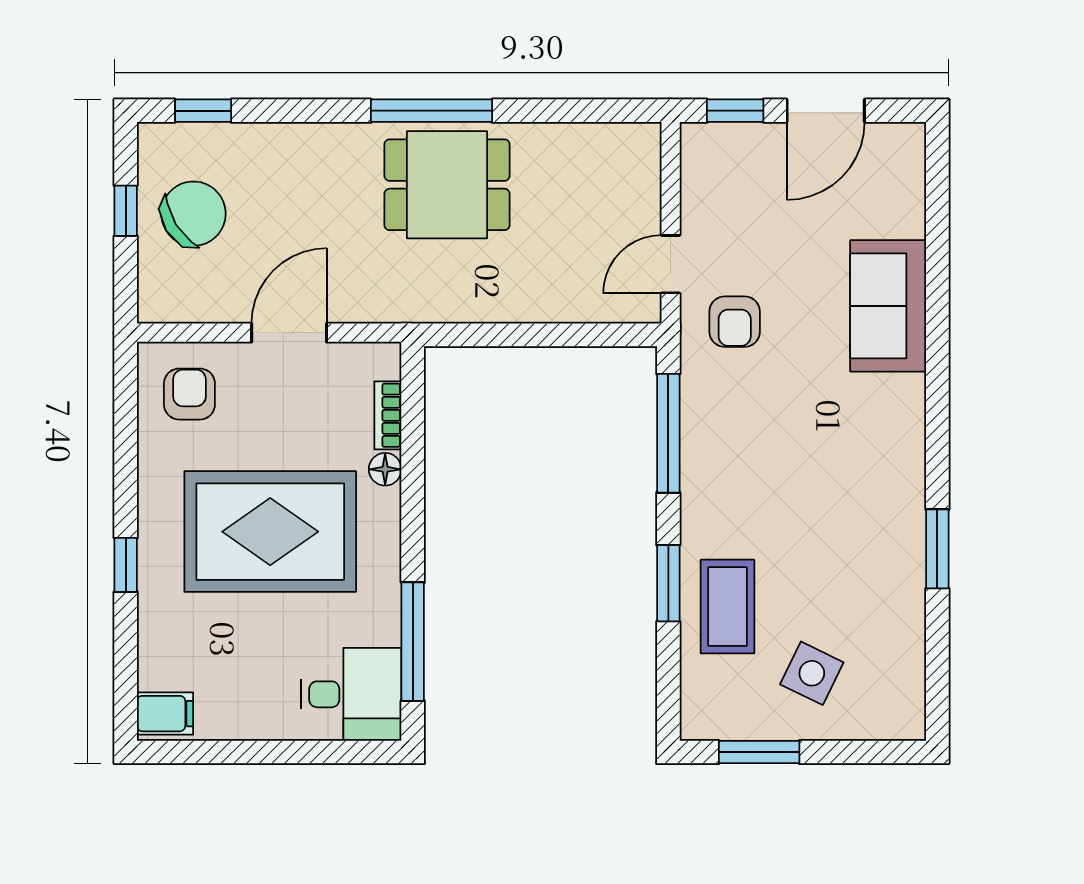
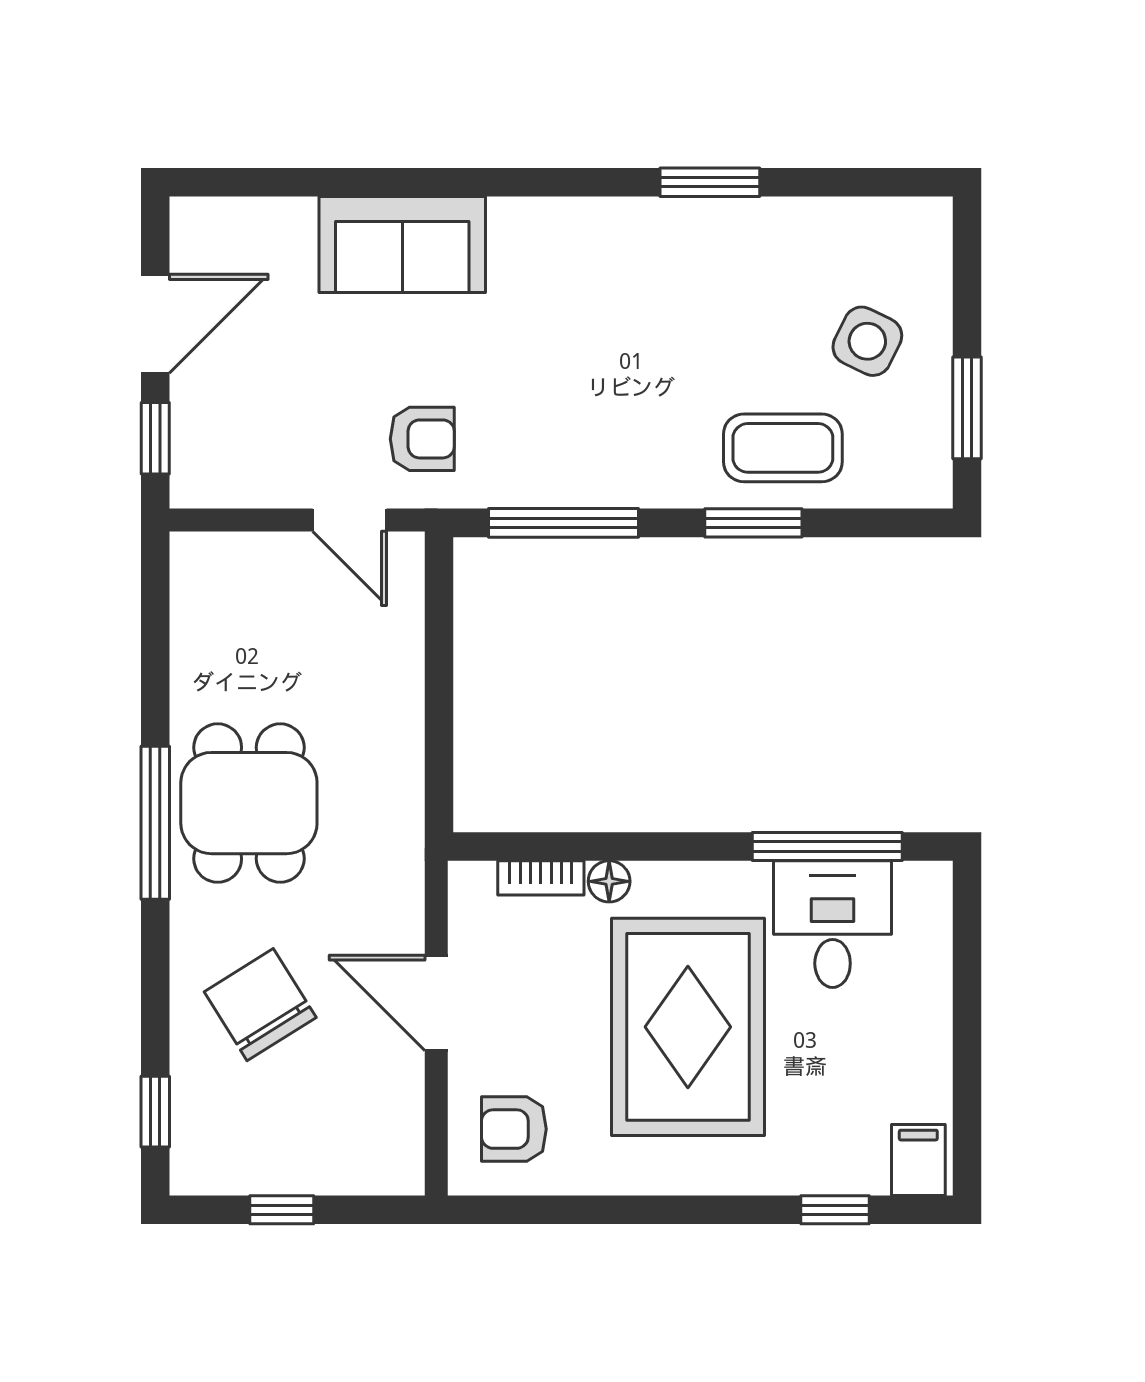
door: (826, 111) -> (155, 324), hinge flipped
chair: (193, 214) -> (260, 1005), moved
window: (126, 565) -> (835, 1210), moved
desk: (351, 694) -> (833, 924), moved

